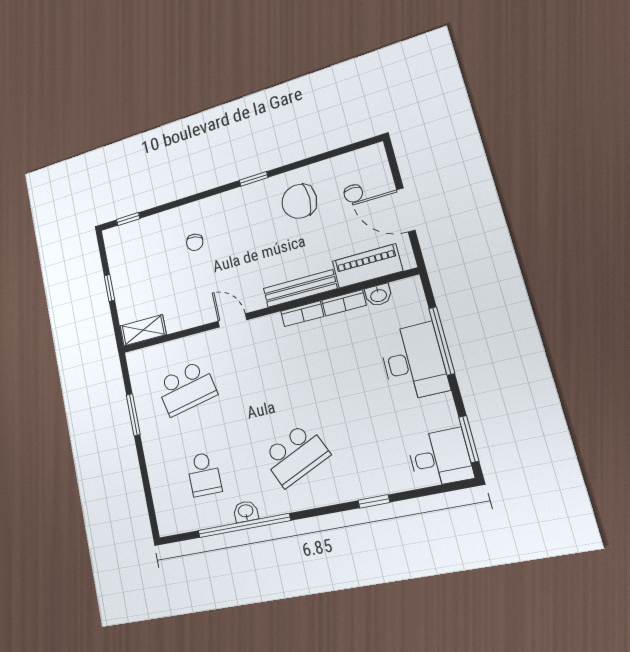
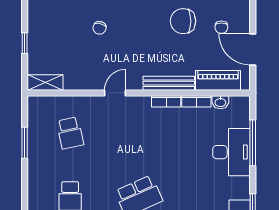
door: (232, 321) -> (115, 93), hinge flipped
school desk: (187, 388) -> (70, 133), width x0.54

